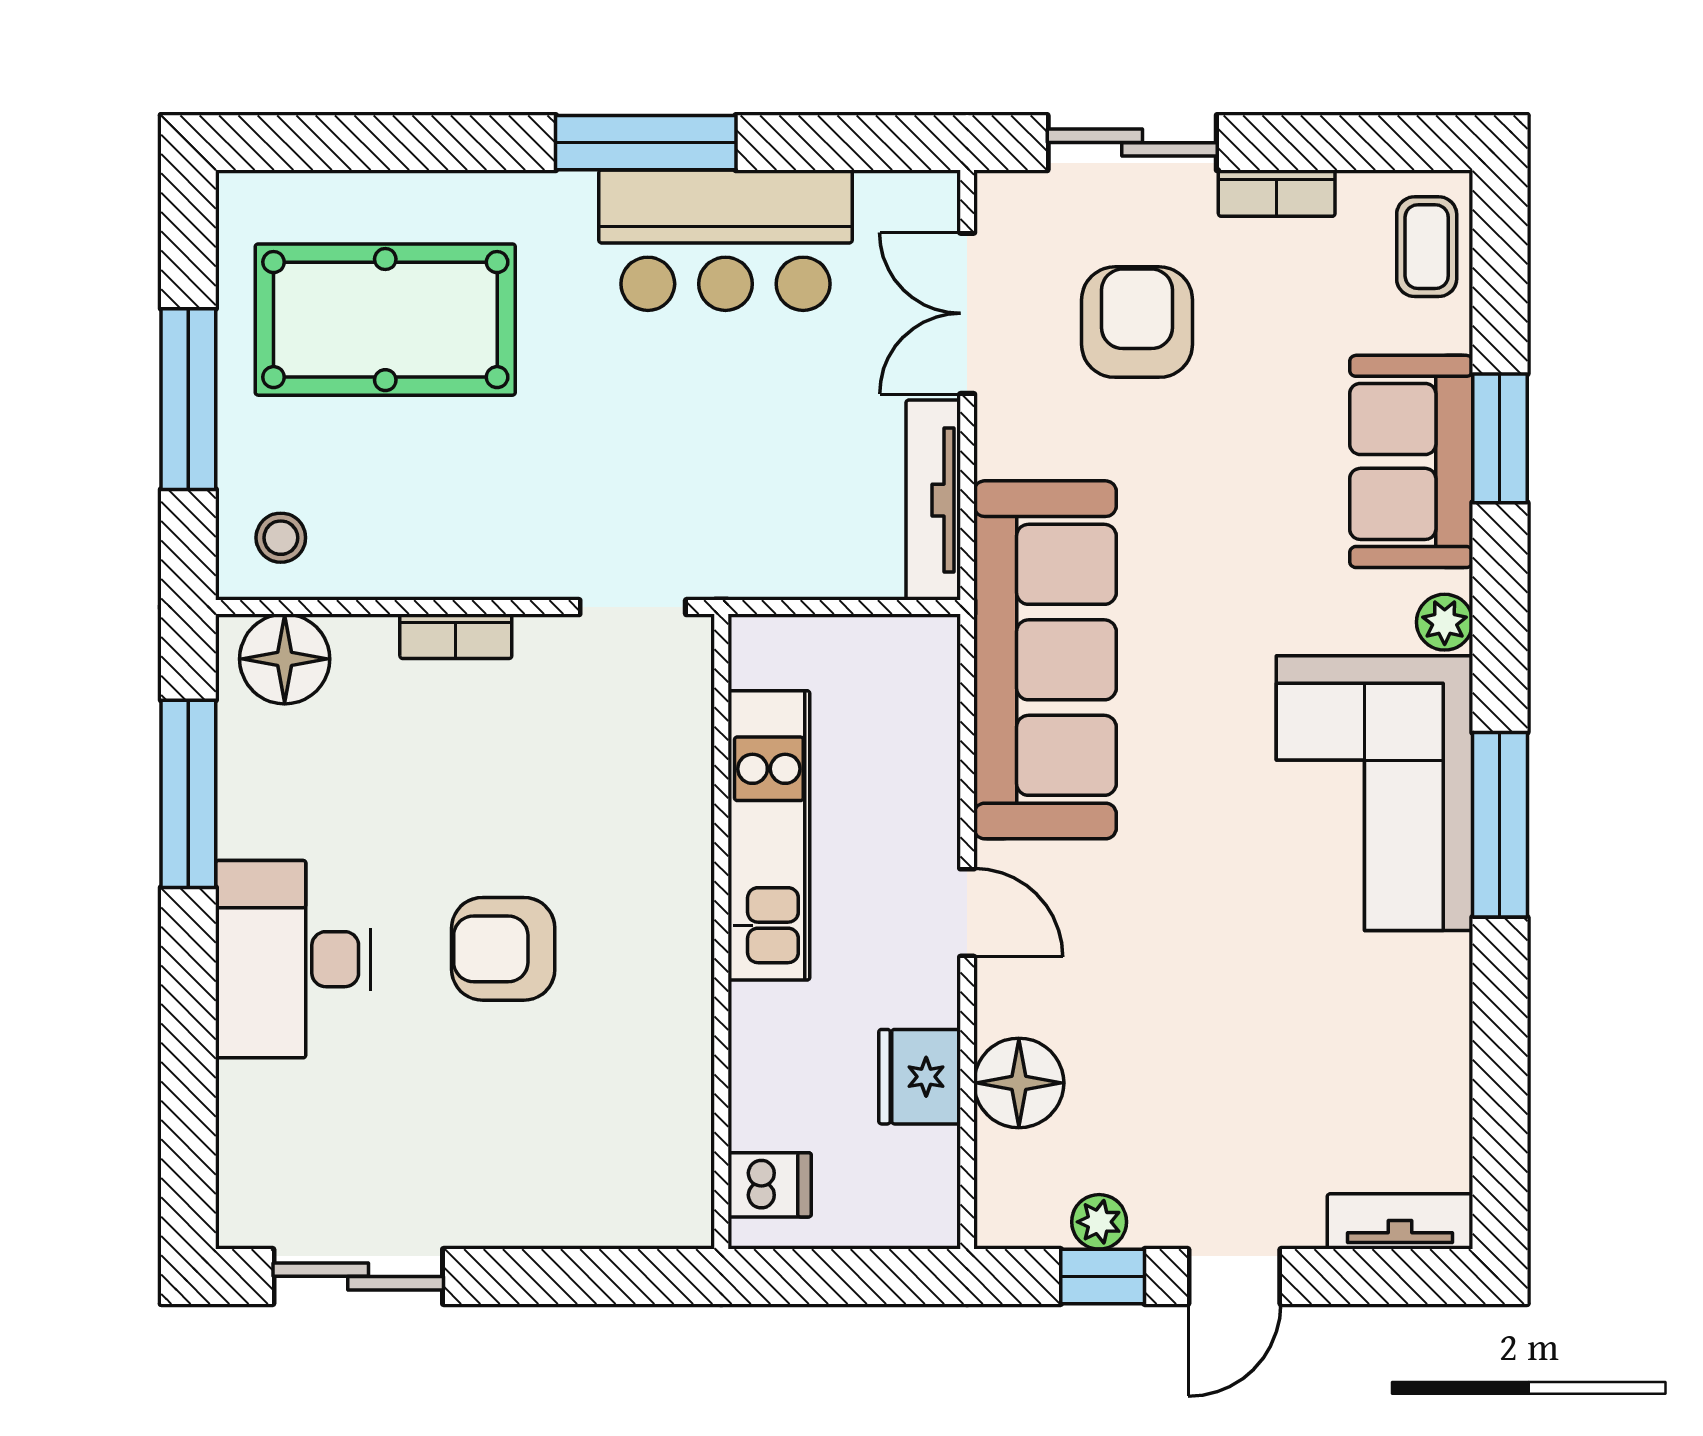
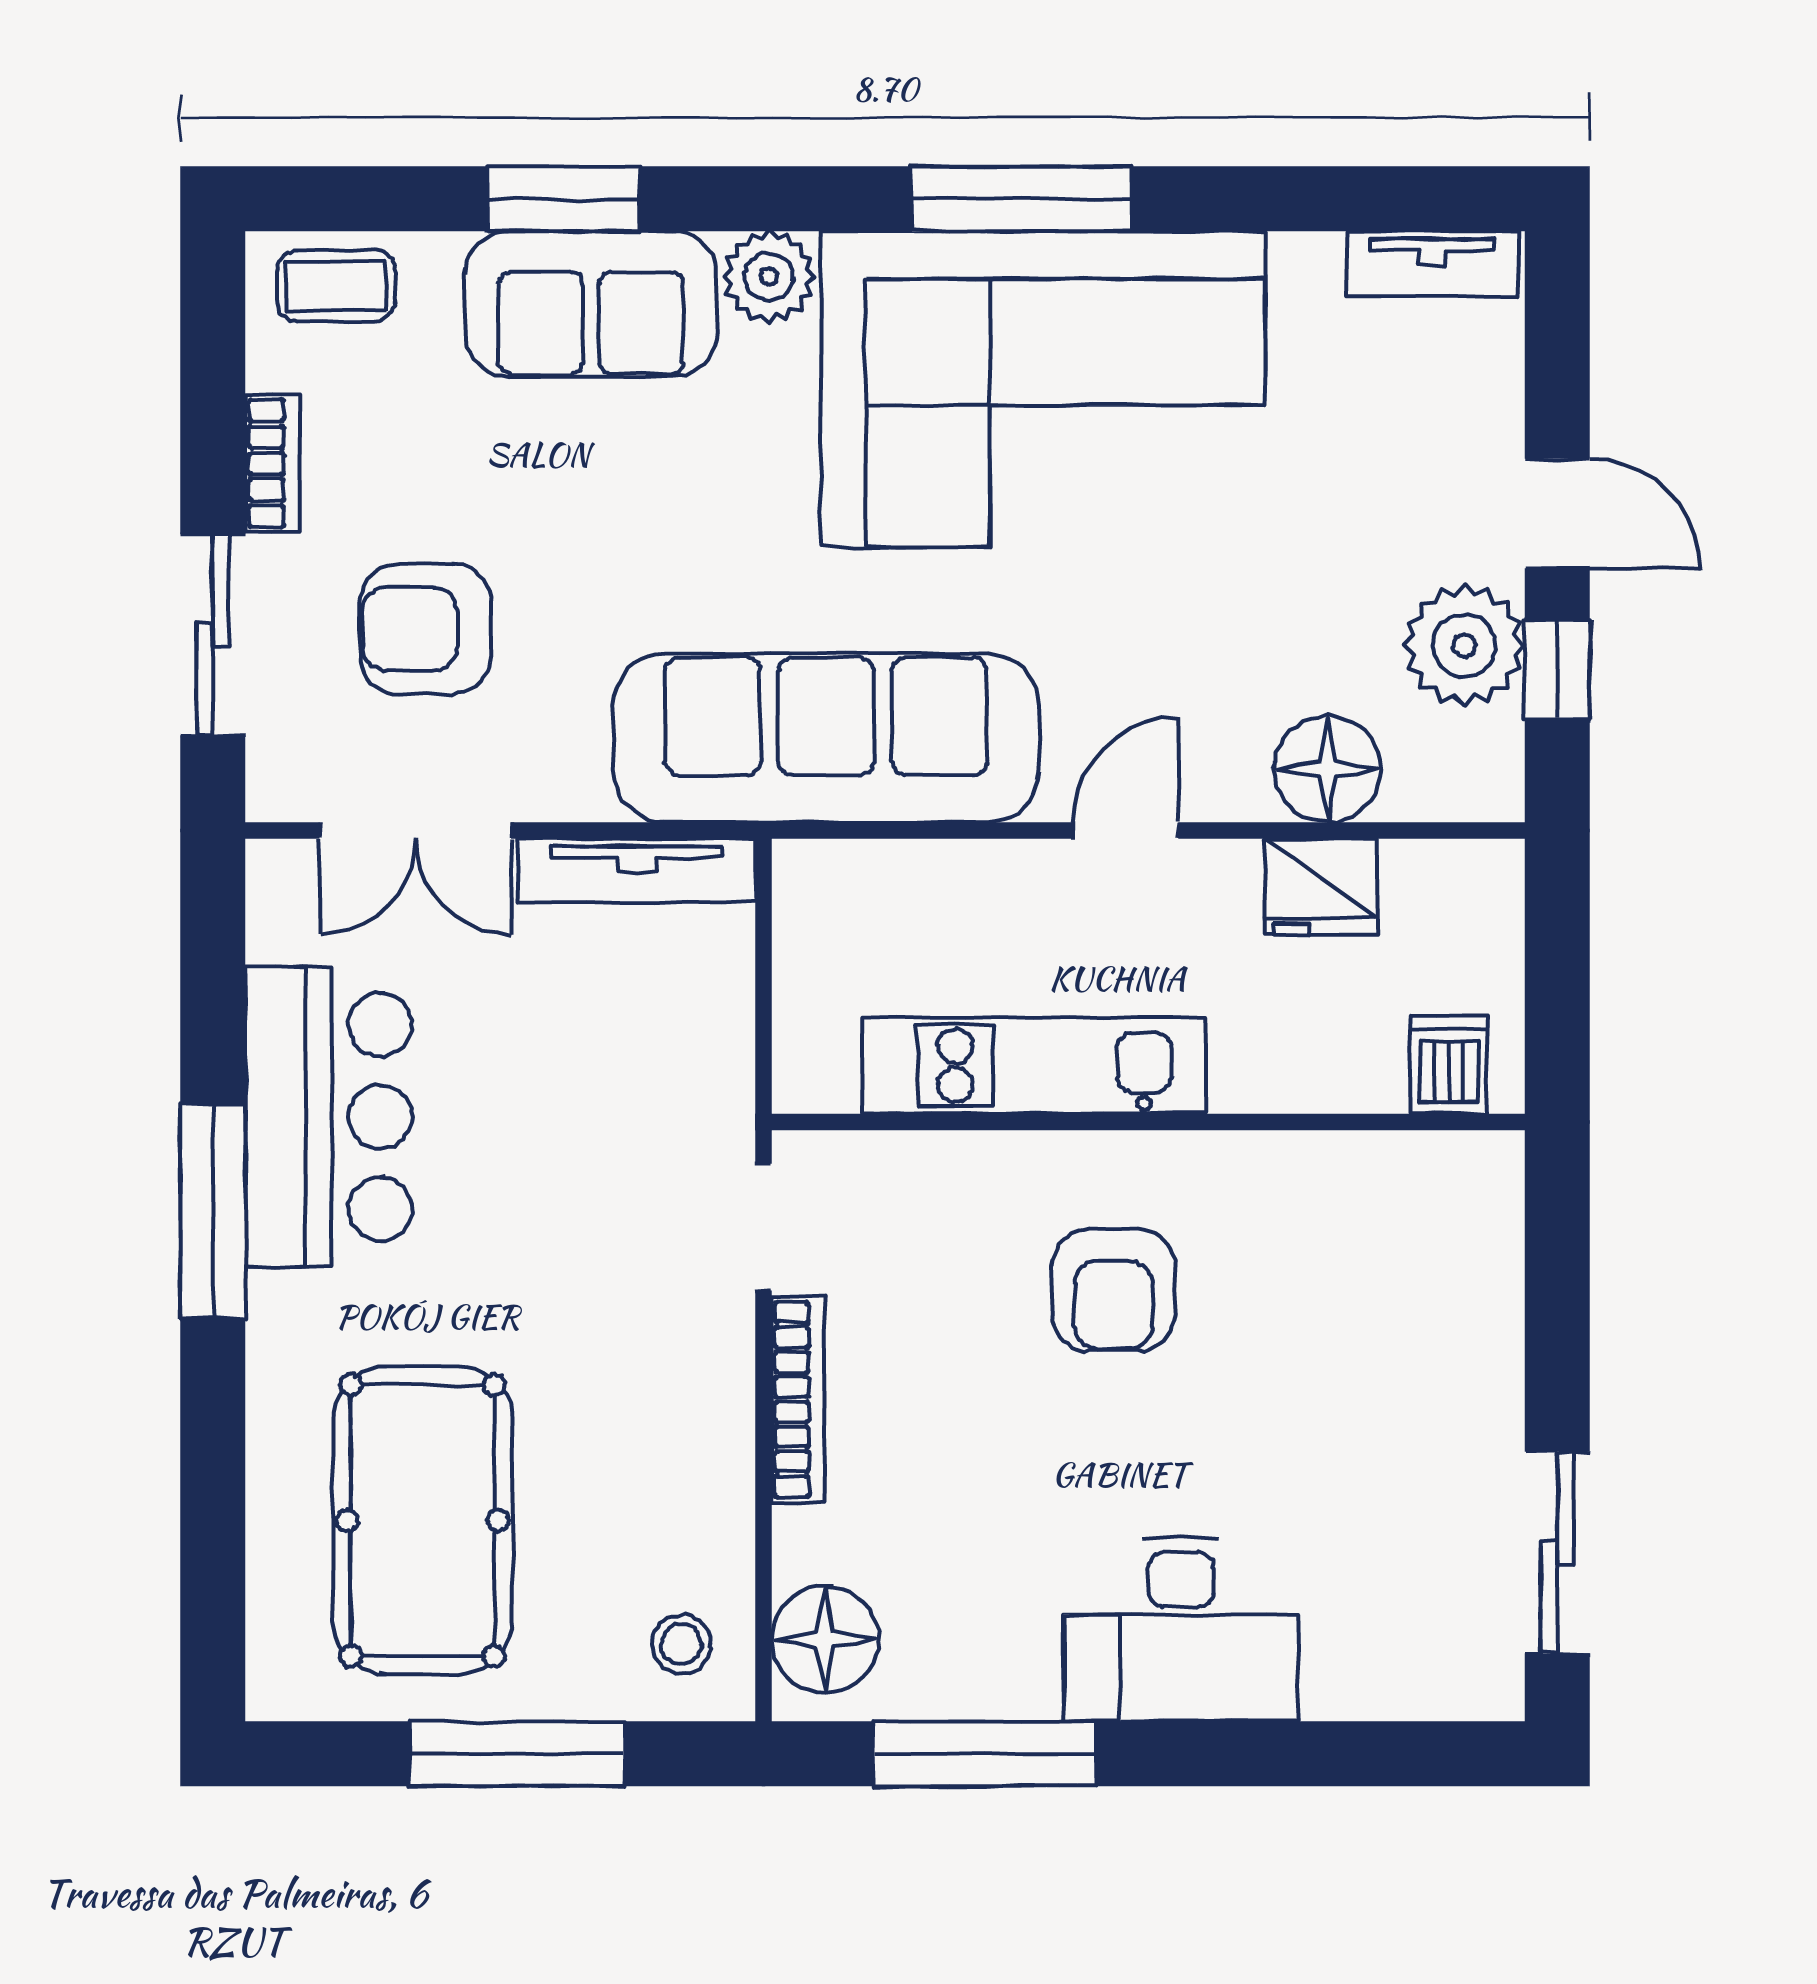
plant: (1445, 622) -> (769, 277), width x1.38, depth x1.38
bookcase: (456, 636) -> (798, 1399), width x1.56
corner sofa: (1374, 793) -> (1043, 389), width x1.36, depth x1.36
armchair: (503, 949) -> (1114, 1290), moved
tv unit: (1400, 1221) -> (1432, 264), moved, turned -90
plant: (1099, 1222) -> (1464, 646), width x1.88, depth x1.88

